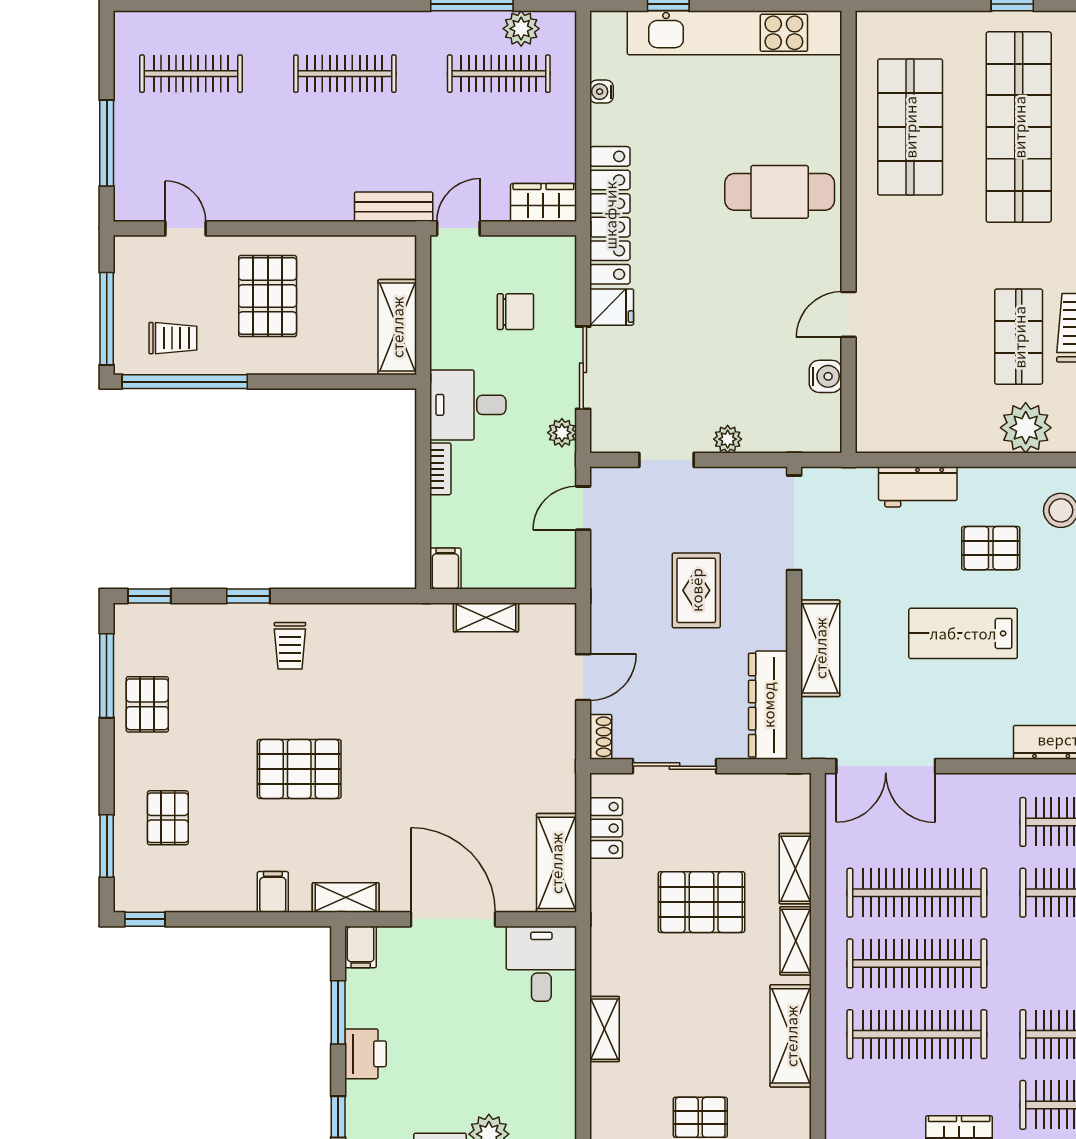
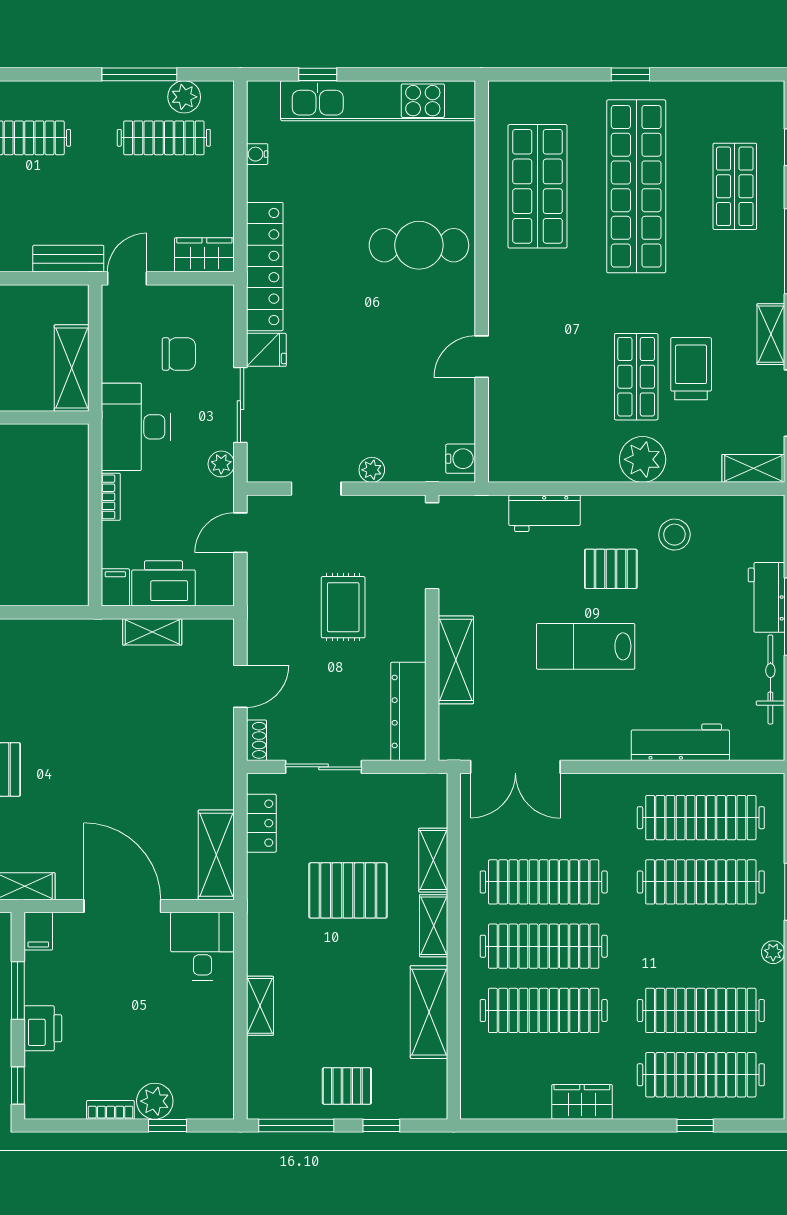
water cooler: (826, 376) -> (461, 459), moved
desk: (468, 405) -> (136, 427), width x1.37
printer: (498, 564) -> (163, 583), added

